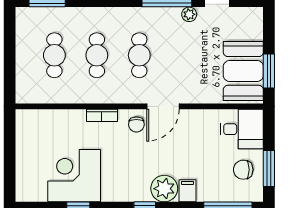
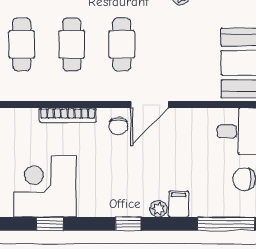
bookcase: (102, 115) -> (68, 115), width x1.56
plant: (164, 189) -> (159, 209), width x0.53, depth x0.53

